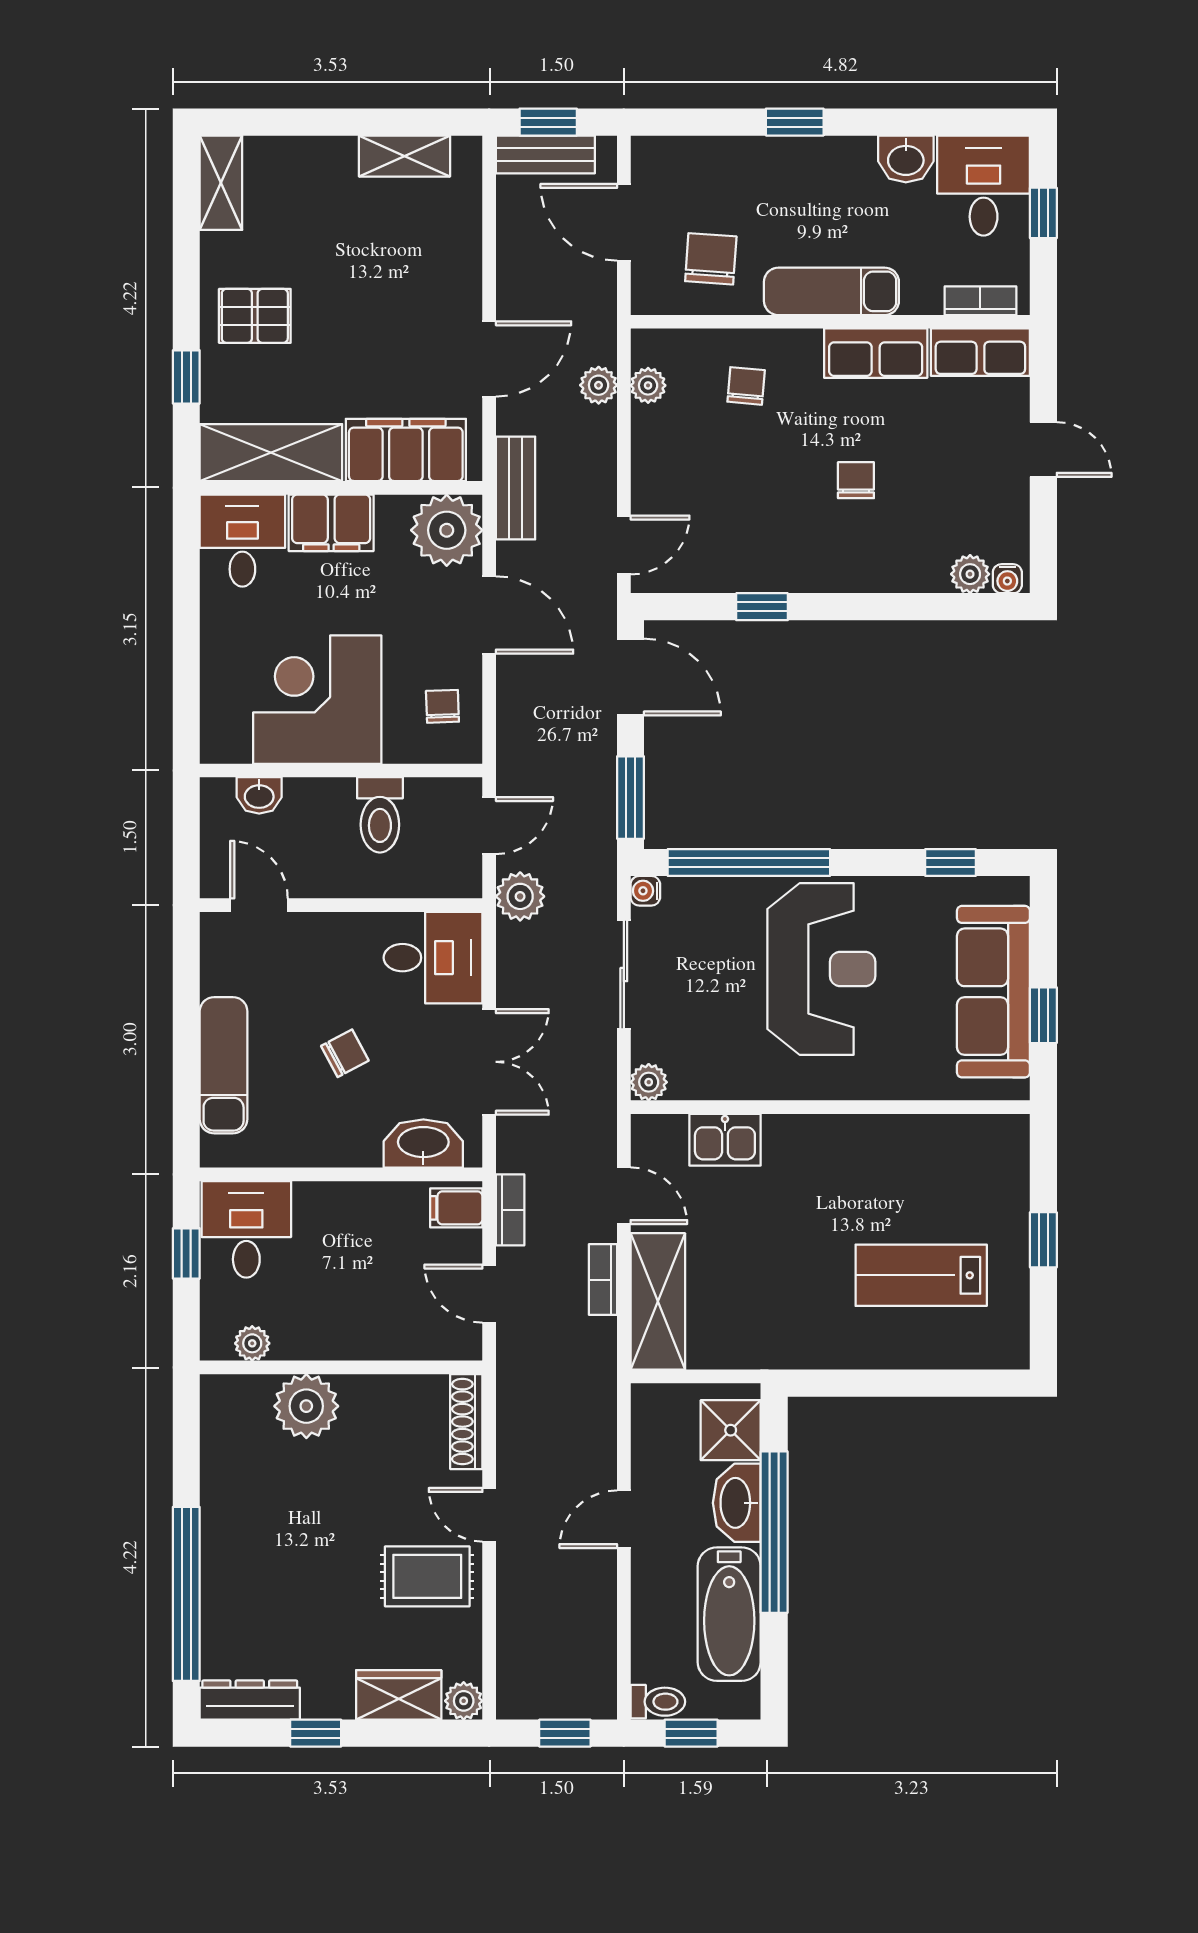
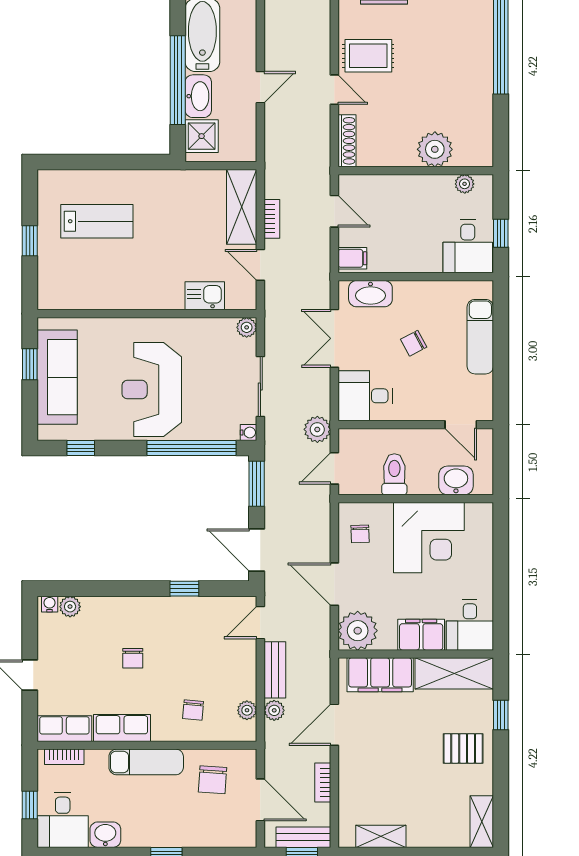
bench: (516, 488) -> (275, 670), moved
washbasin: (259, 795) -> (456, 480), width x1.38, depth x1.45
bookcase: (510, 1210) -> (323, 782), moved

